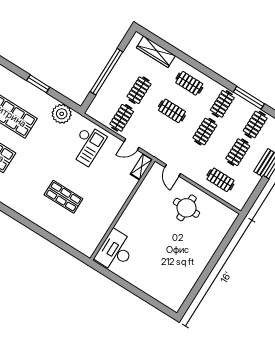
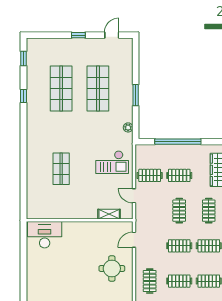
plant: (62, 114) -> (128, 127), width x0.53, depth x0.53
shelving: (141, 167) -> (109, 214), moved

